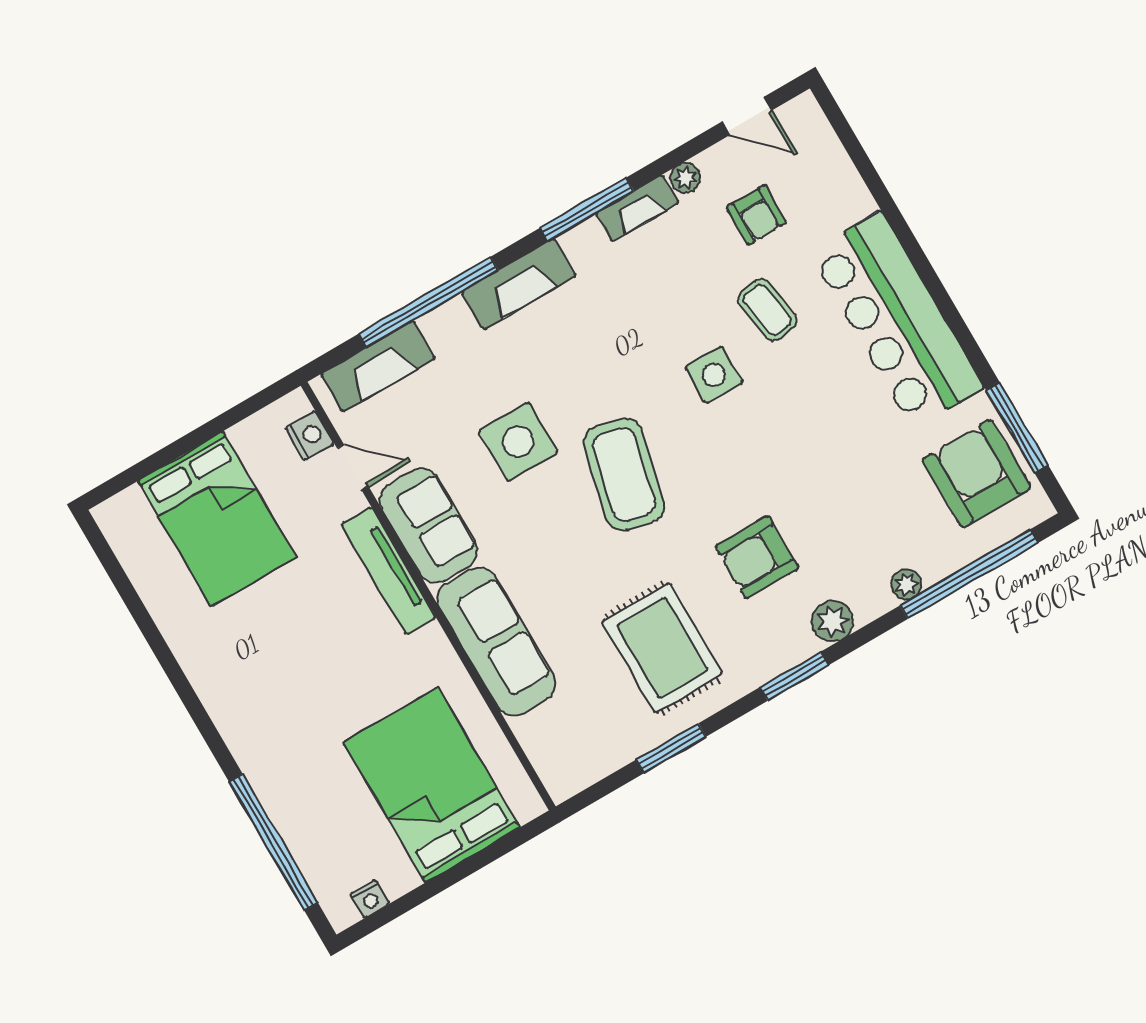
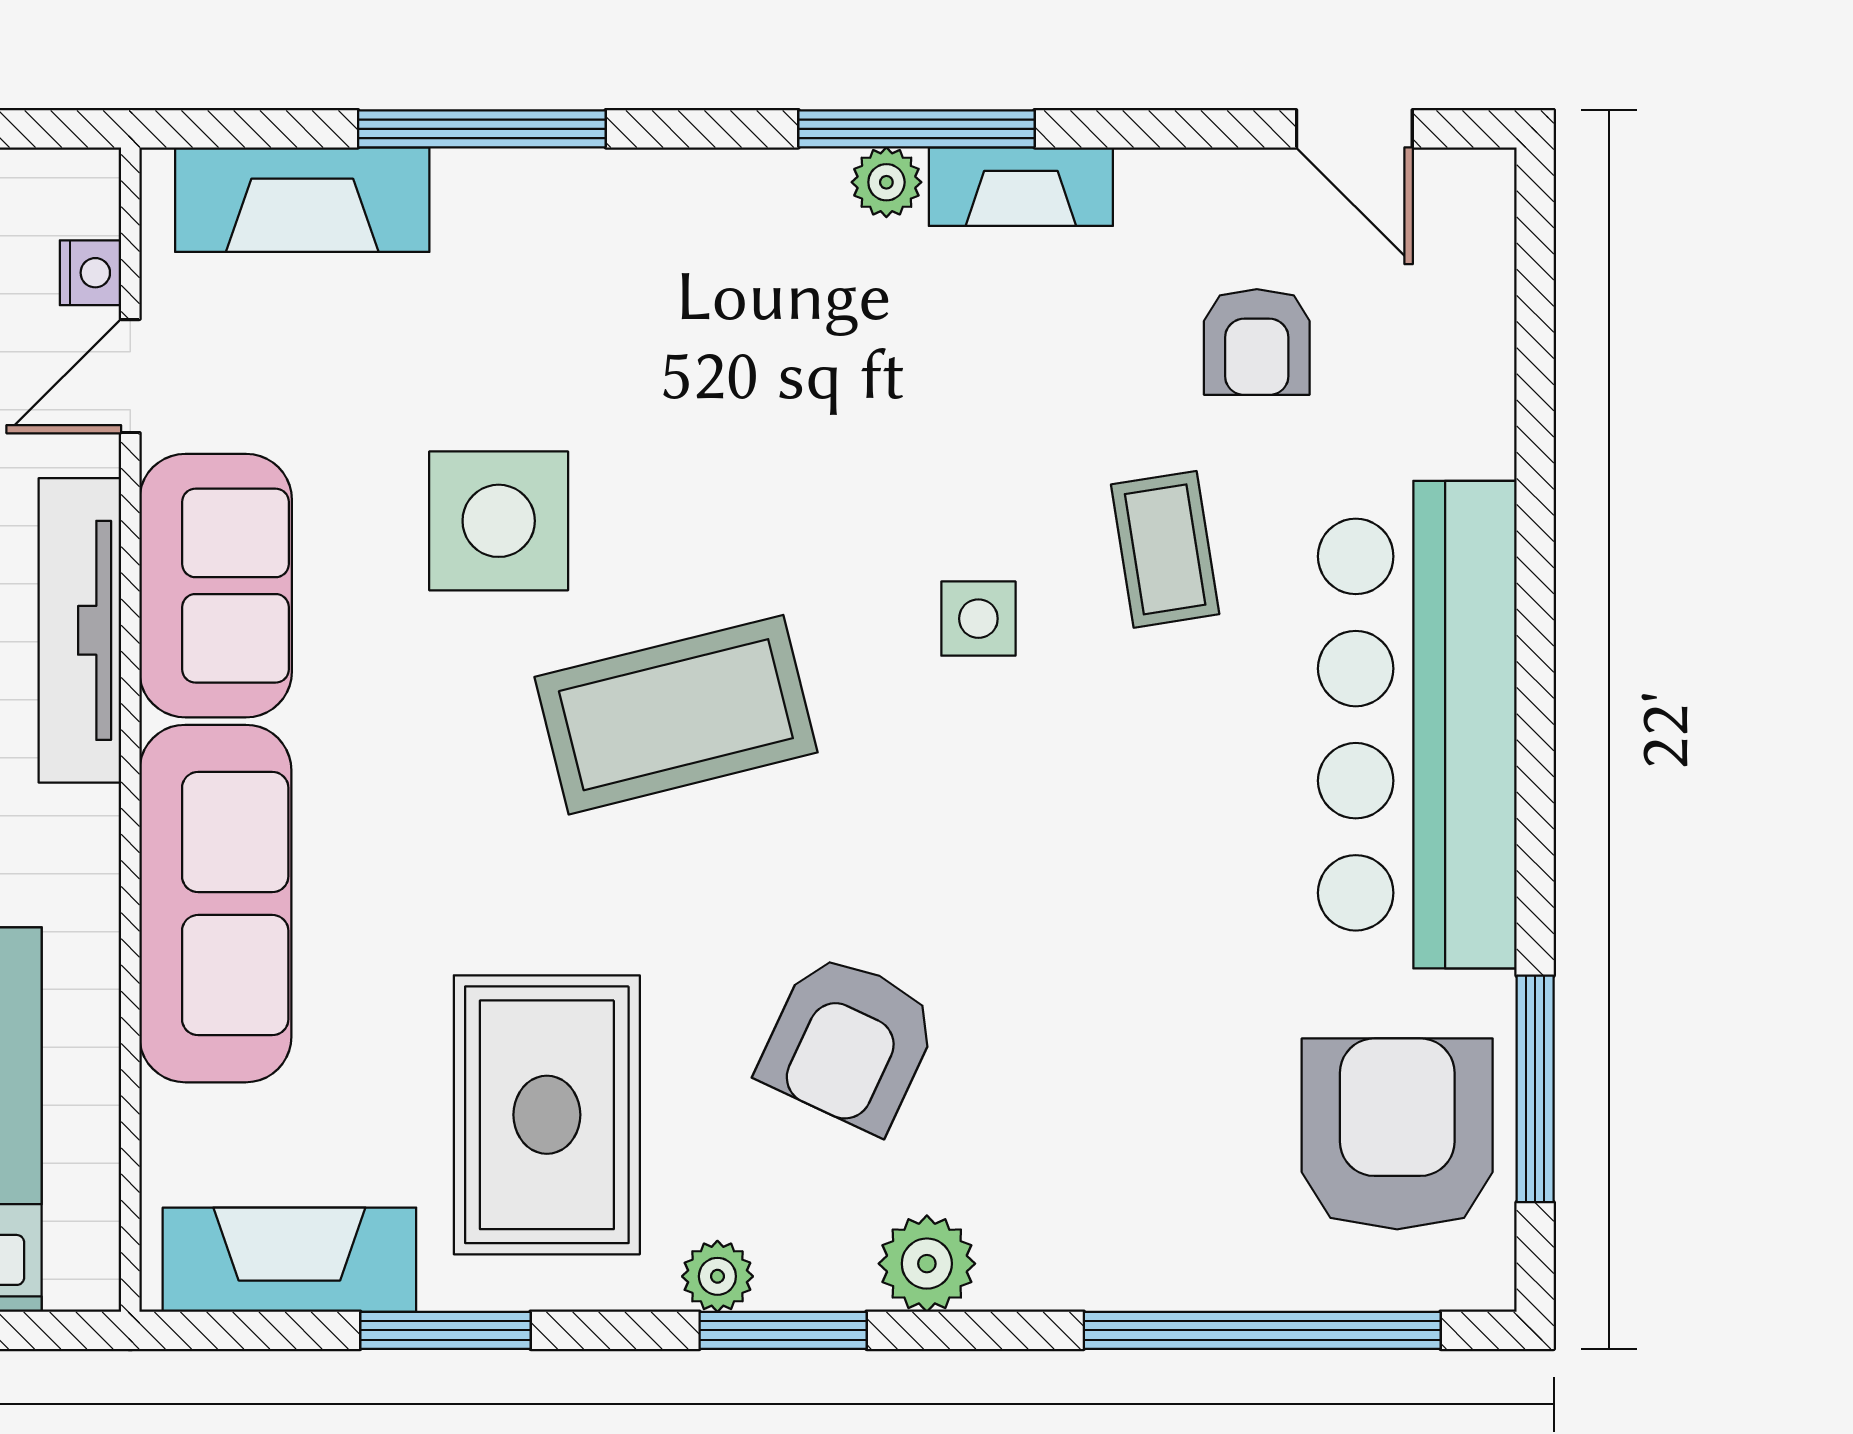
plant: (685, 178) -> (886, 182), moved
fireplace: (519, 284) -> (289, 1260), moved, turned 180
window: (428, 302) -> (482, 129), width x0.68
side table: (714, 375) -> (978, 619), width x0.73, depth x0.73
nightstand: (310, 436) -> (90, 273), width x0.72, depth x0.74
door: (353, 467) -> (130, 376), swing flipped
coffee table: (624, 474) -> (676, 715), turned 63
armchair: (757, 557) -> (849, 1042), turned -65
plant: (906, 584) -> (717, 1276), moved

